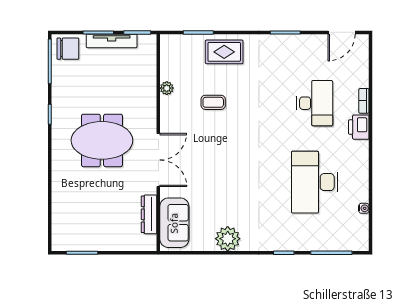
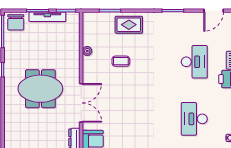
chair: (68, 49) -> (16, 22), turned 90
desk: (315, 182) -> (194, 119), width x0.73, depth x0.77

